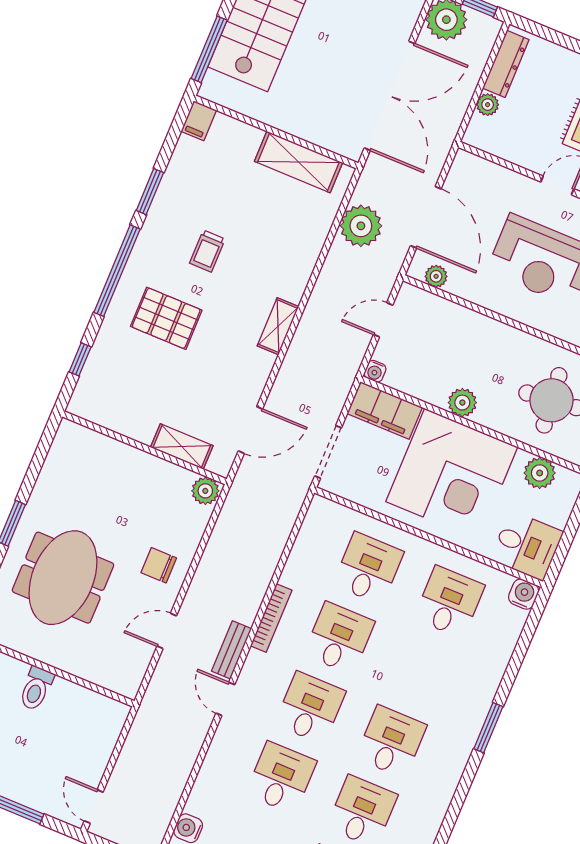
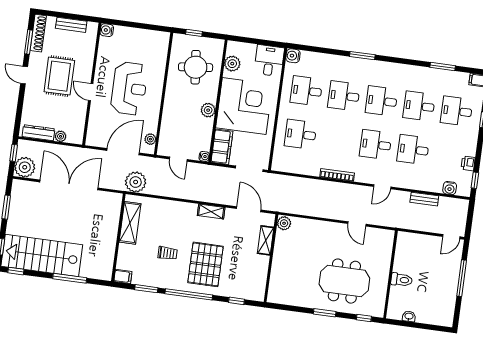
filing cabinet: (199, 121) -> (123, 276), moved
wall: (276, 132) -> (118, 238), moved
shelving: (298, 162) -> (130, 223), moved
pallet: (166, 318) -> (205, 264), width x1.37, depth x1.41
shelving: (278, 326) -> (211, 211), moved
chair: (159, 565) -> (326, 236), removed
desk: (339, 638) -> (344, 96), moved
bench: (231, 650) -> (424, 199), moved

